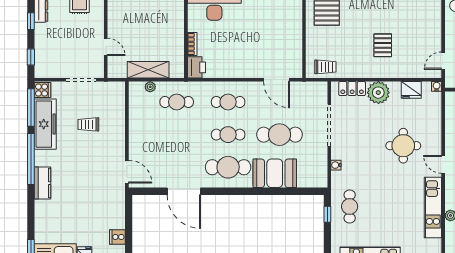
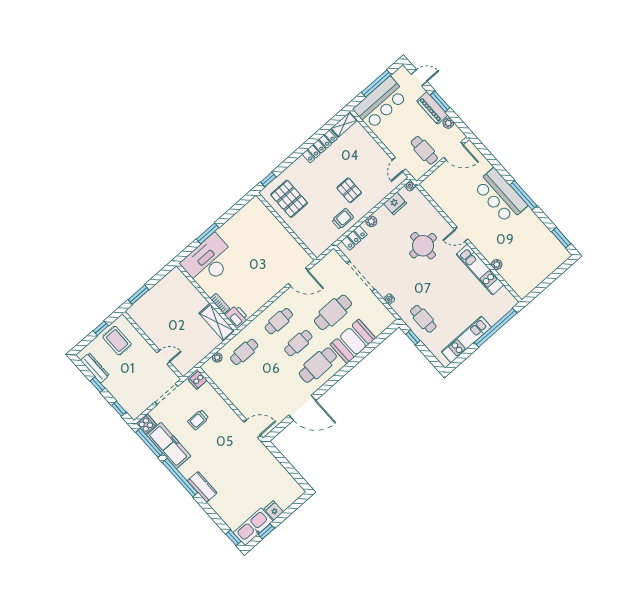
trolley: (325, 67) -> (343, 219), moved
shelving: (148, 70) -> (217, 322), moved, turned 90
plant: (378, 93) -> (371, 221), width x0.53, depth x0.53
cooker: (117, 237) -> (198, 380), moved

